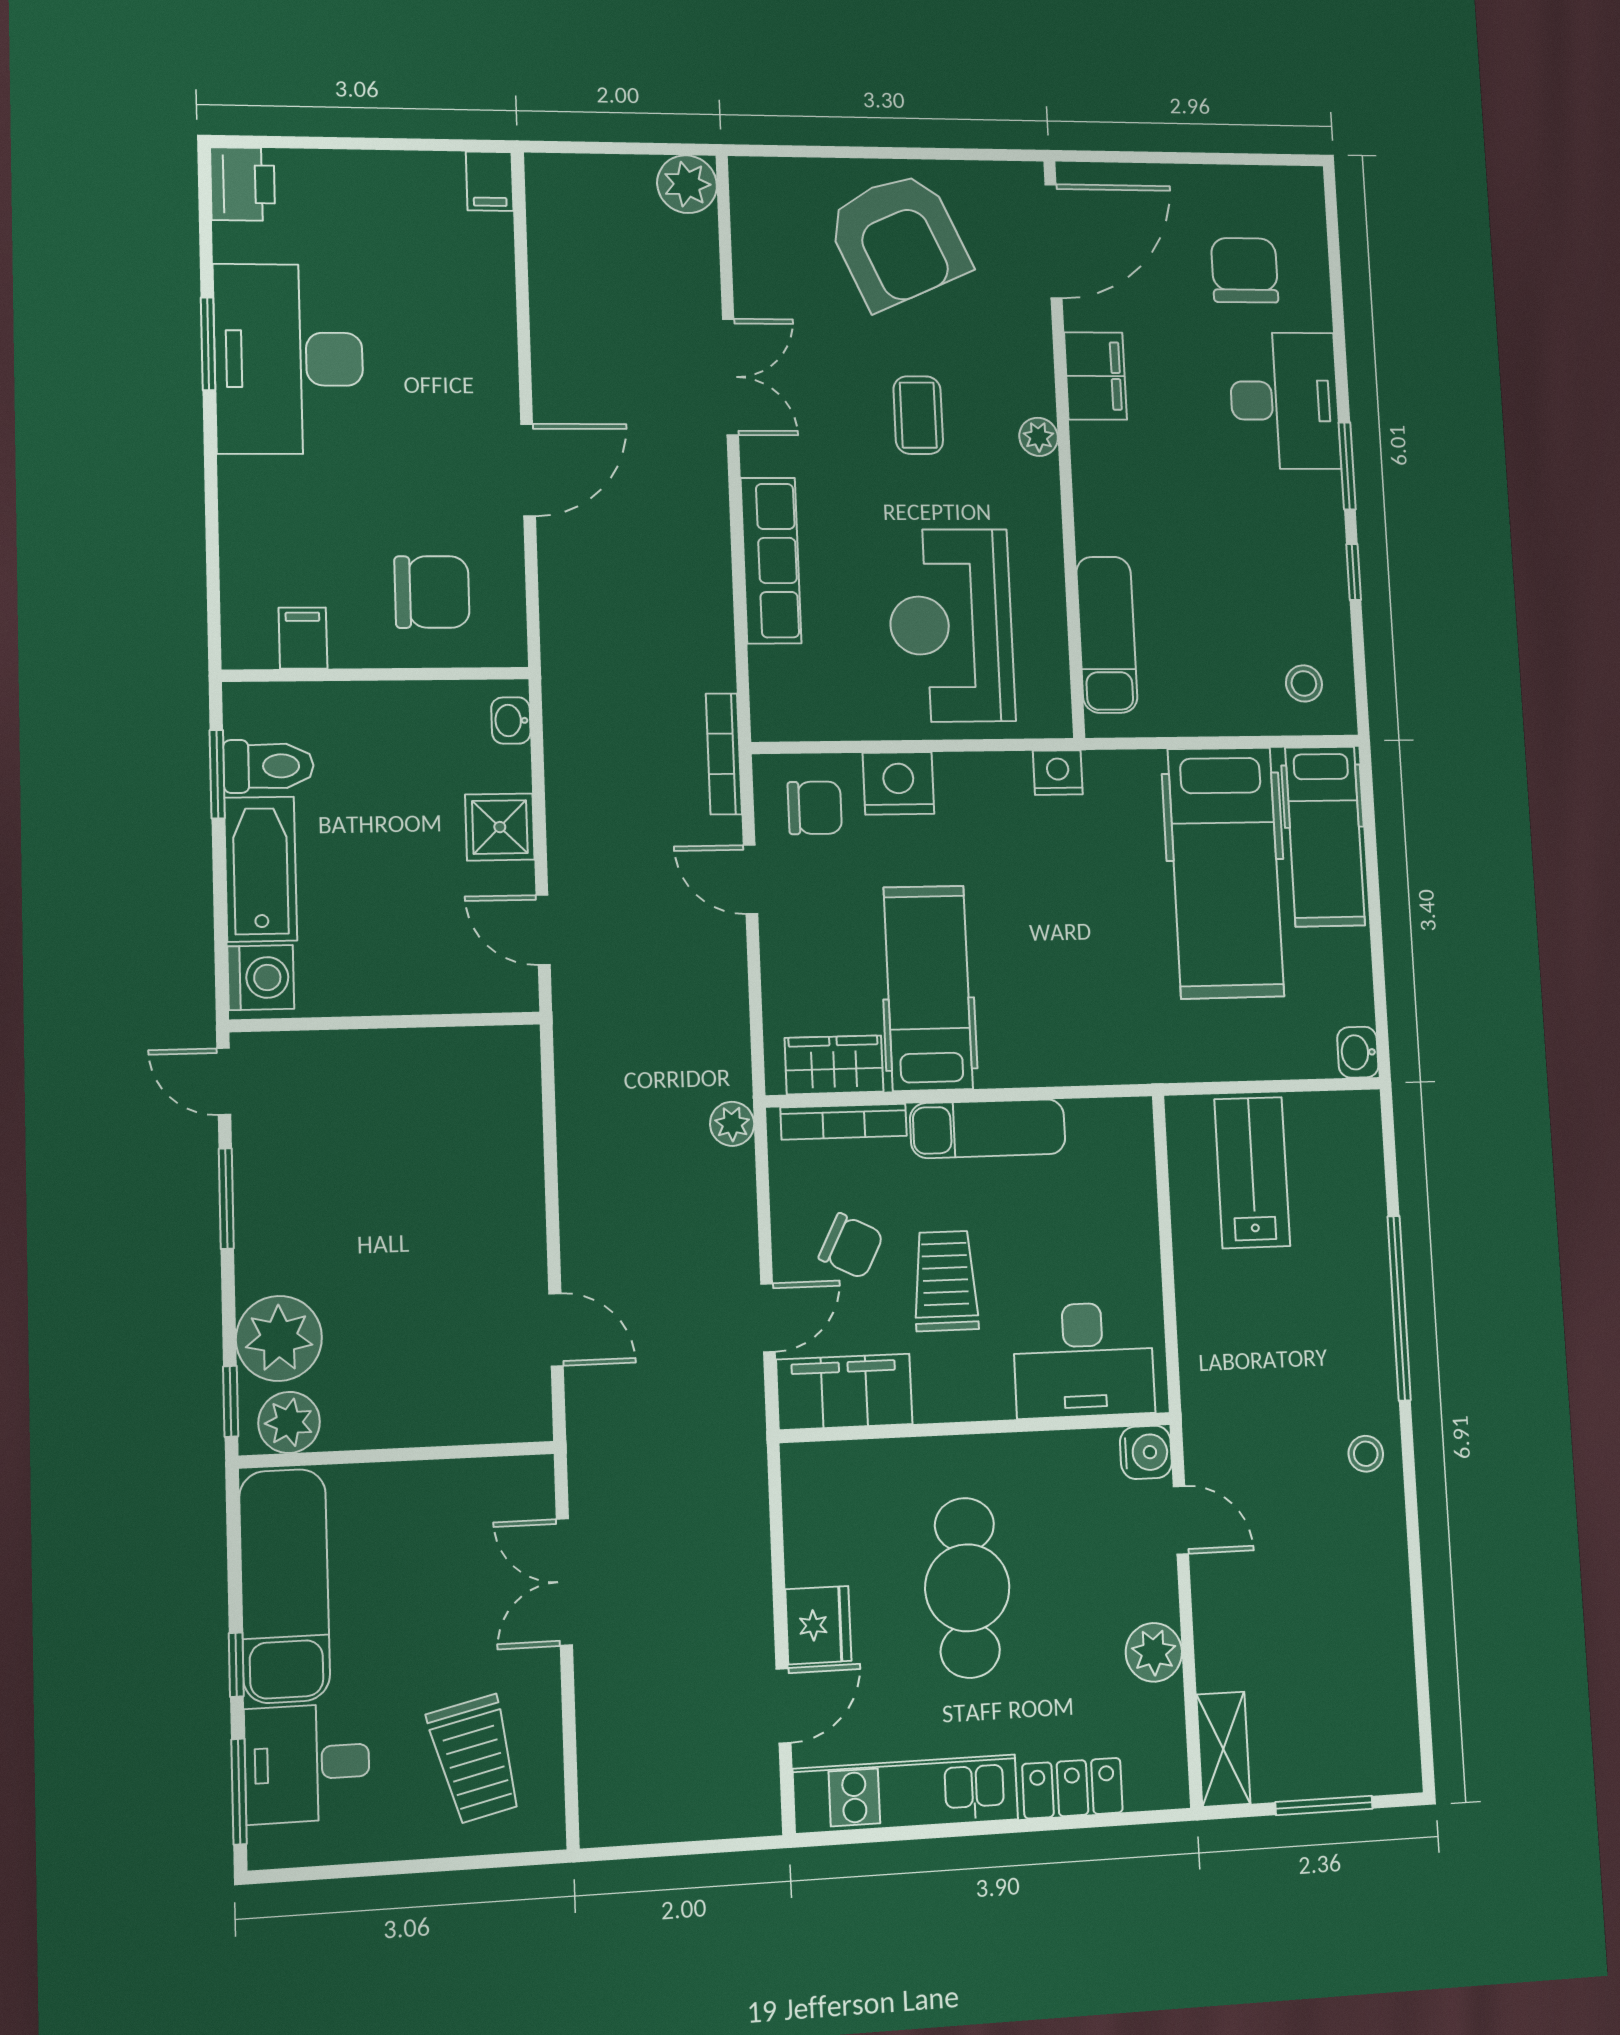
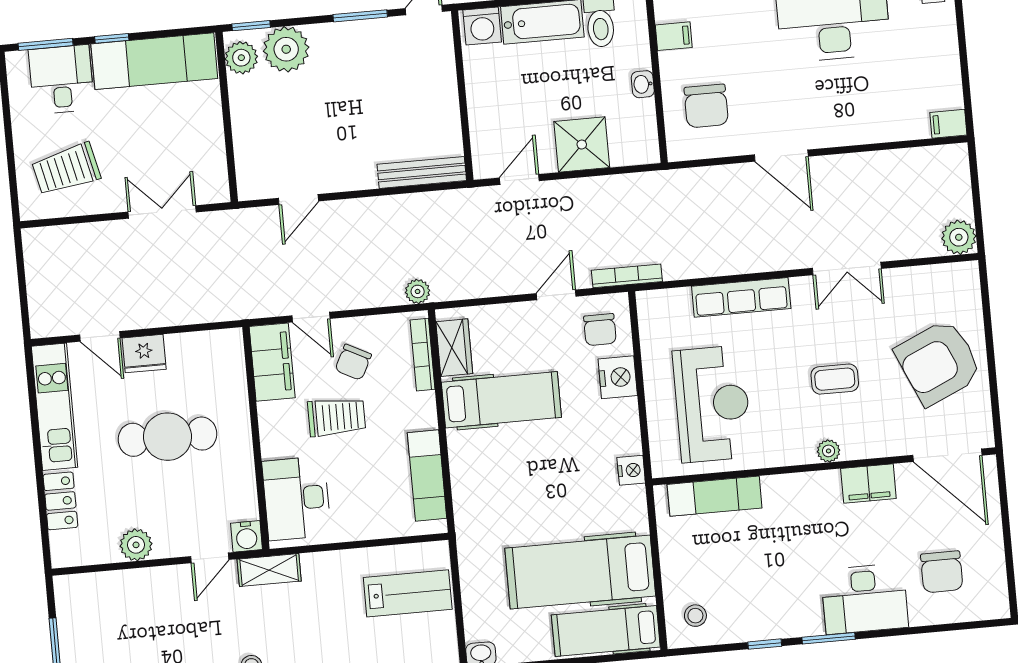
chair: (1245, 270) -> (942, 572), turned 90
reception desk: (951, 625) -> (712, 404), turned 90
washbasin: (511, 721) -> (643, 84), moved, turned -90
shower: (500, 827) -> (582, 145), width x1.36, depth x1.36
bench: (520, 1103) -> (422, 172), added
exam couch: (988, 1129) -> (427, 475), moved
shelving: (1223, 1749) -> (269, 570), moved

